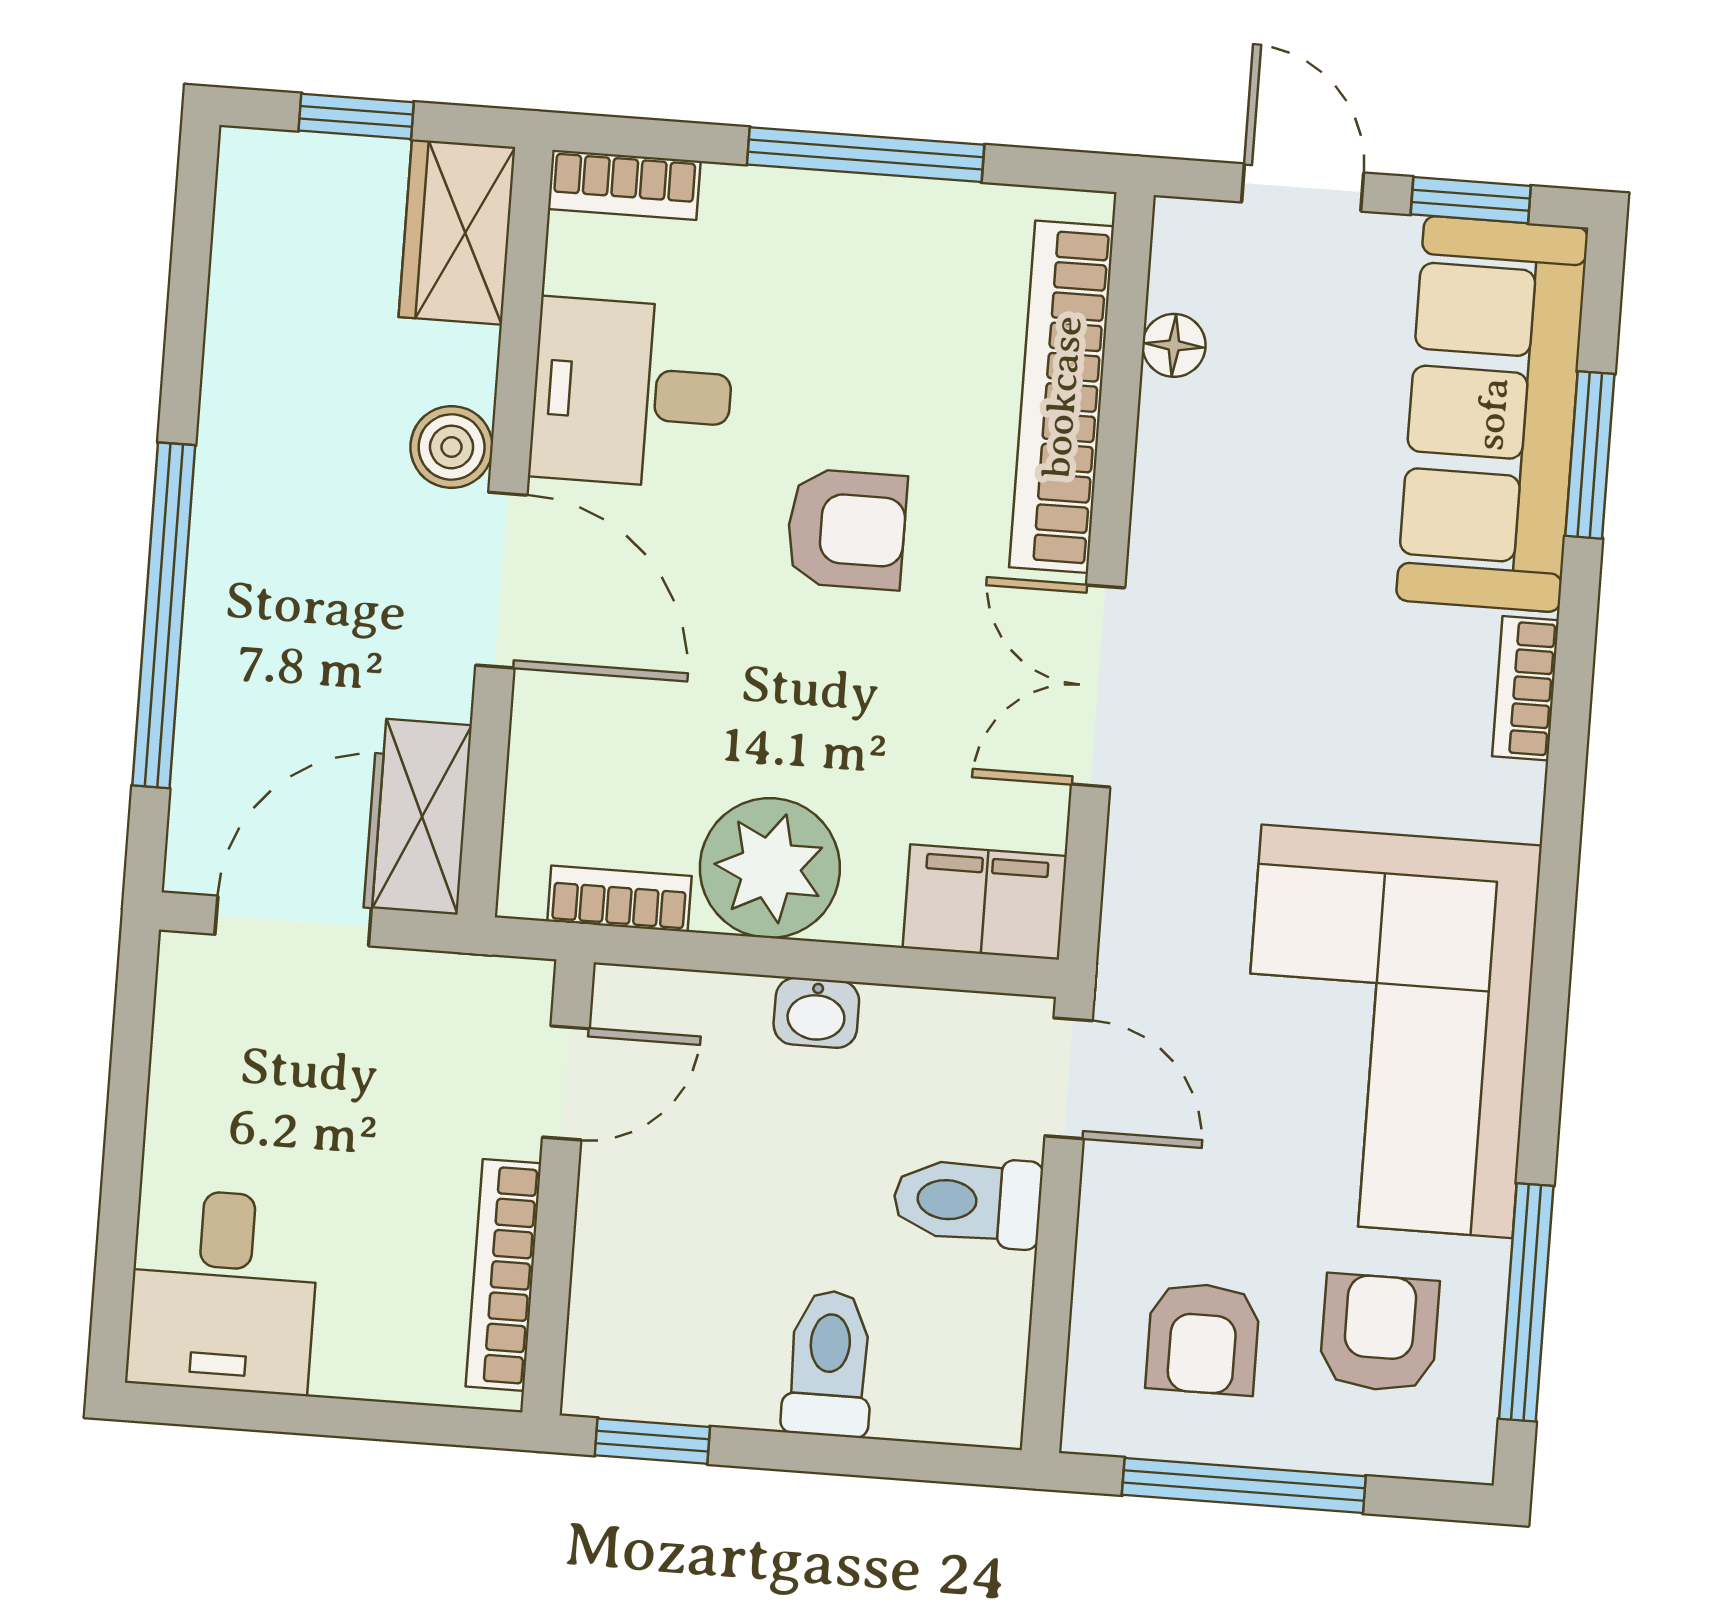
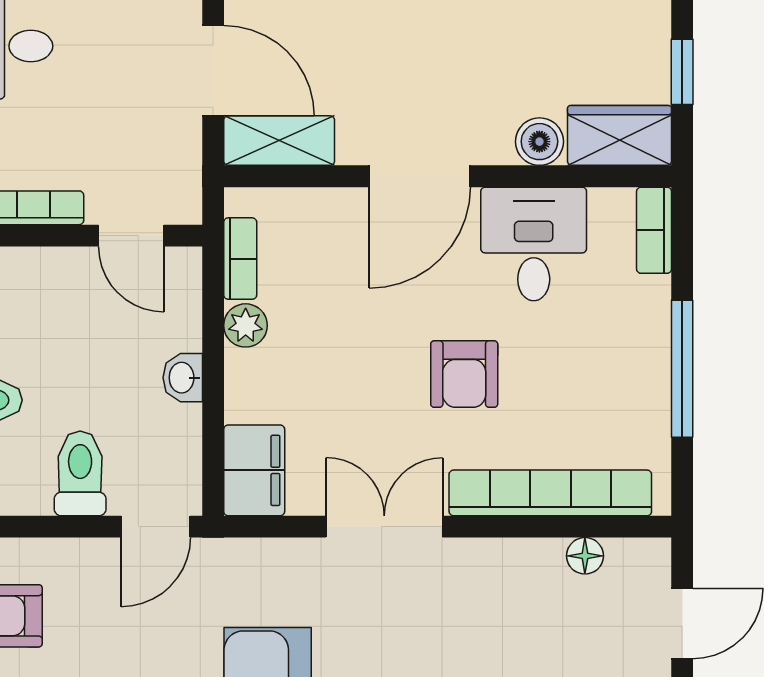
boiler: (452, 447) -> (539, 142), moved
plant: (770, 868) -> (246, 325), width x0.53, depth x0.53

